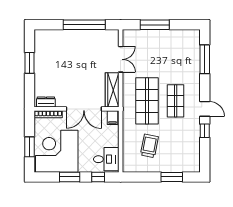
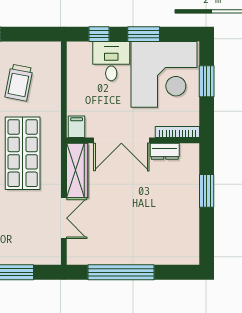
double door: (121, 59) -> (64, 218), swing flipped
window: (29, 63) -> (207, 191), moved
dresser: (46, 102) -> (165, 151), moved
double door: (84, 109) -> (121, 140), swing flipped
desk: (106, 159) -> (111, 61), moved, turned 90

